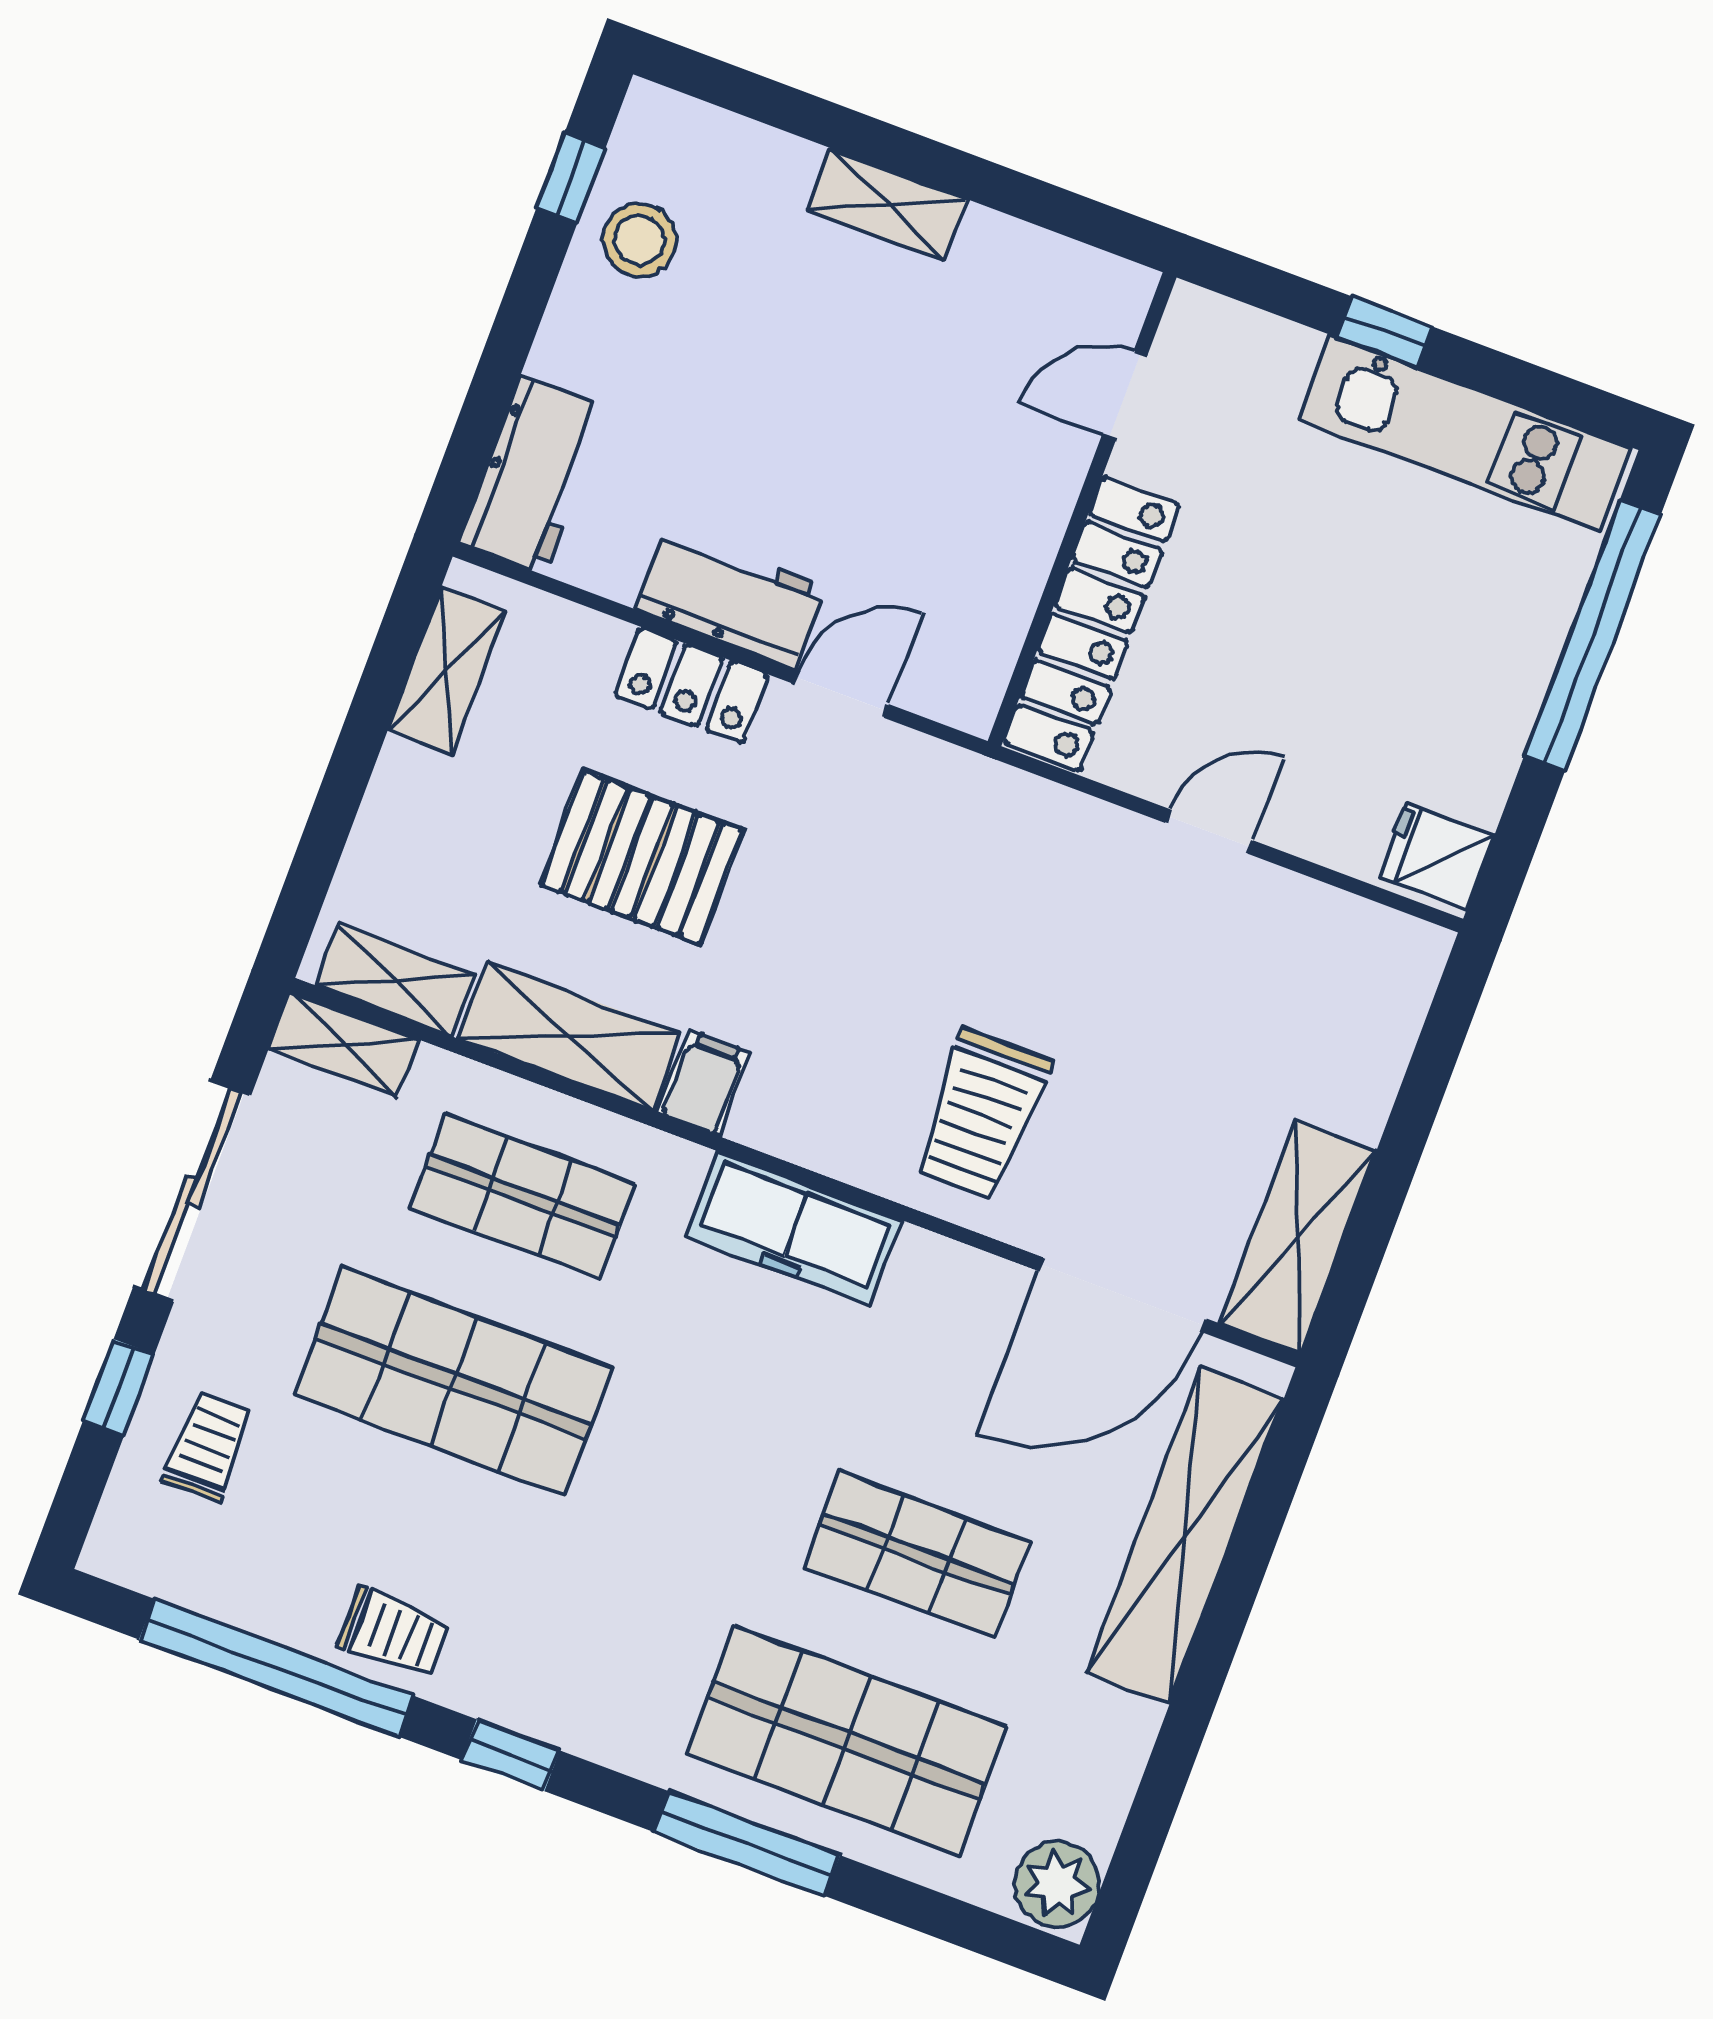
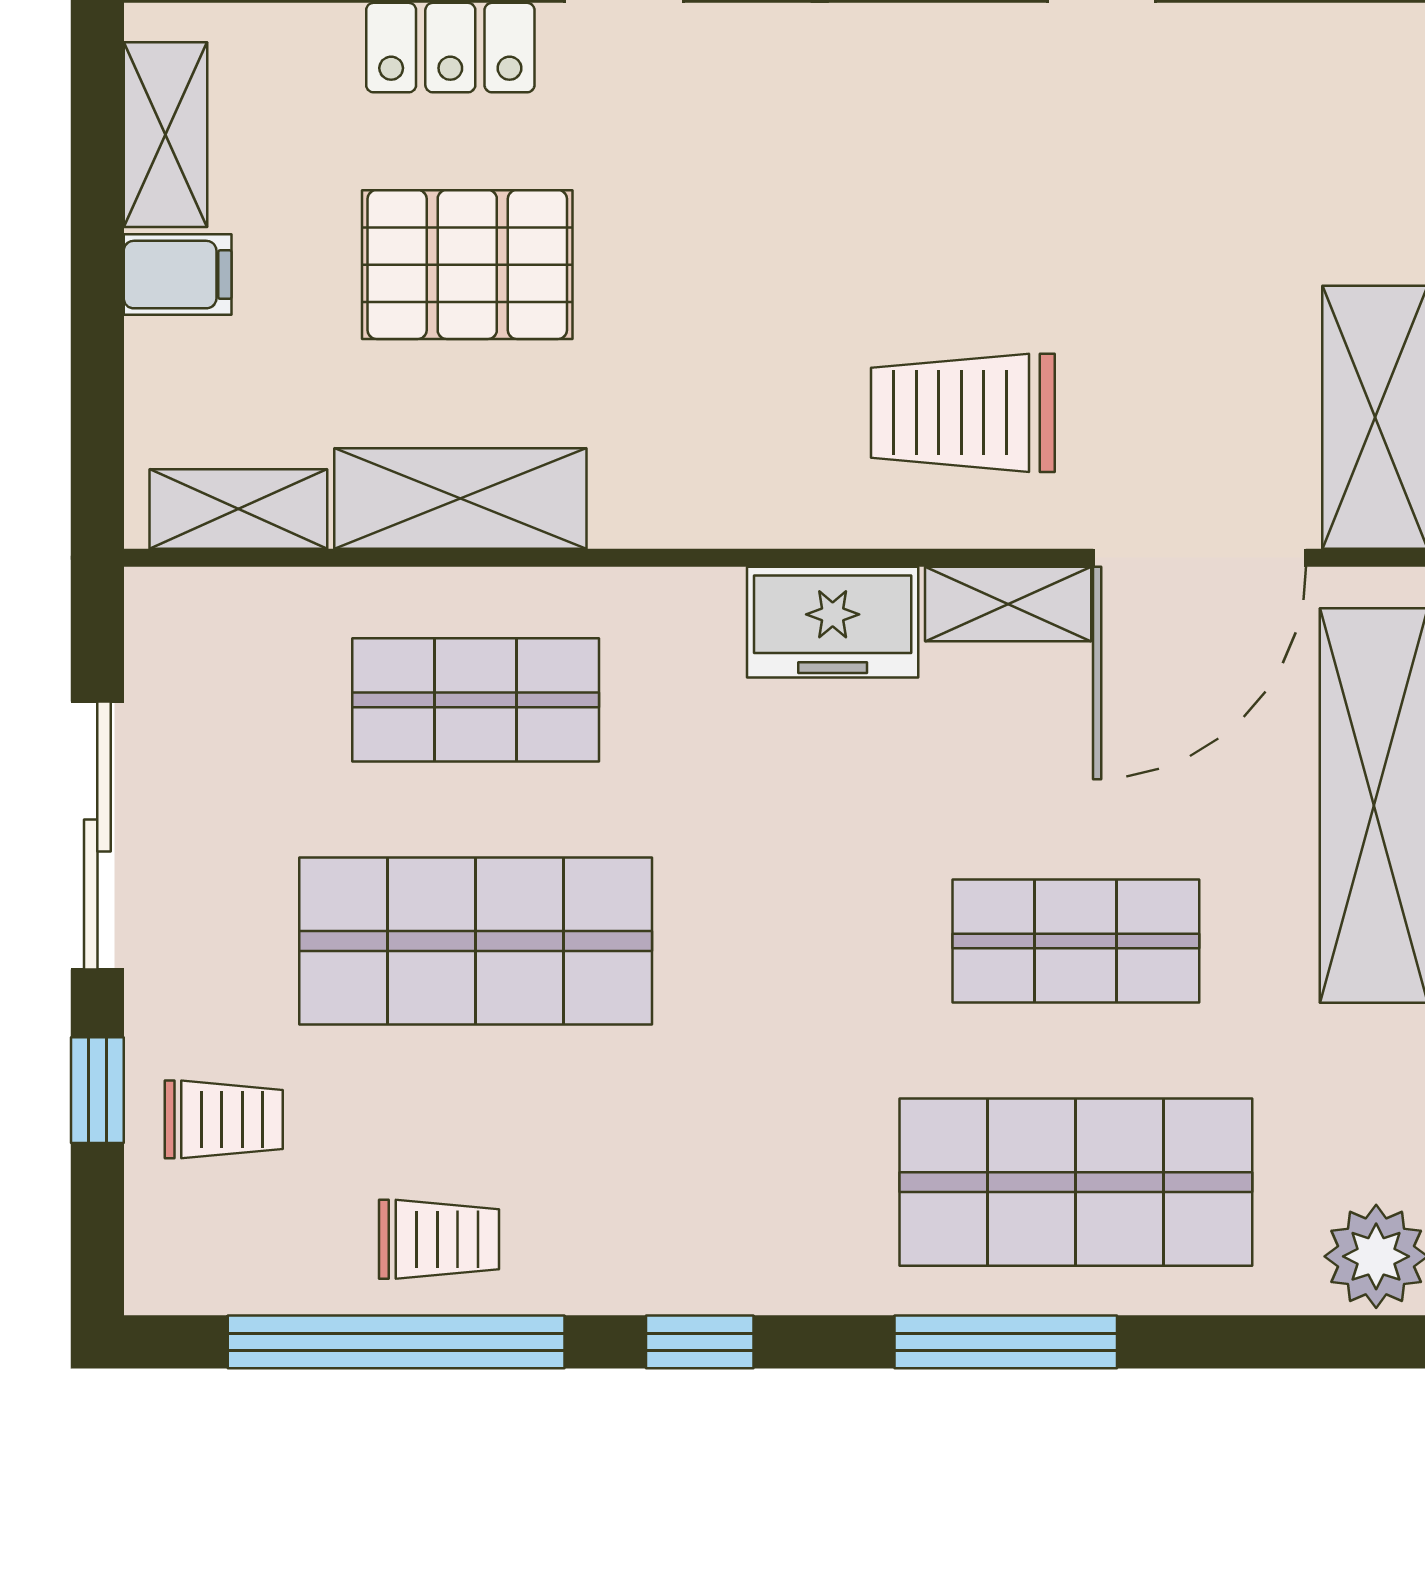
shelving: (343, 1044) -> (1008, 604), moved
filing cabinet: (704, 1083) -> (178, 275), moved, turned 90
trolley: (981, 1115) -> (963, 413), turned 90
freezer: (794, 1229) -> (833, 622), width x0.71
trolley: (208, 1447) -> (224, 1119), turned 90
trolley: (394, 1632) -> (439, 1239), moved

